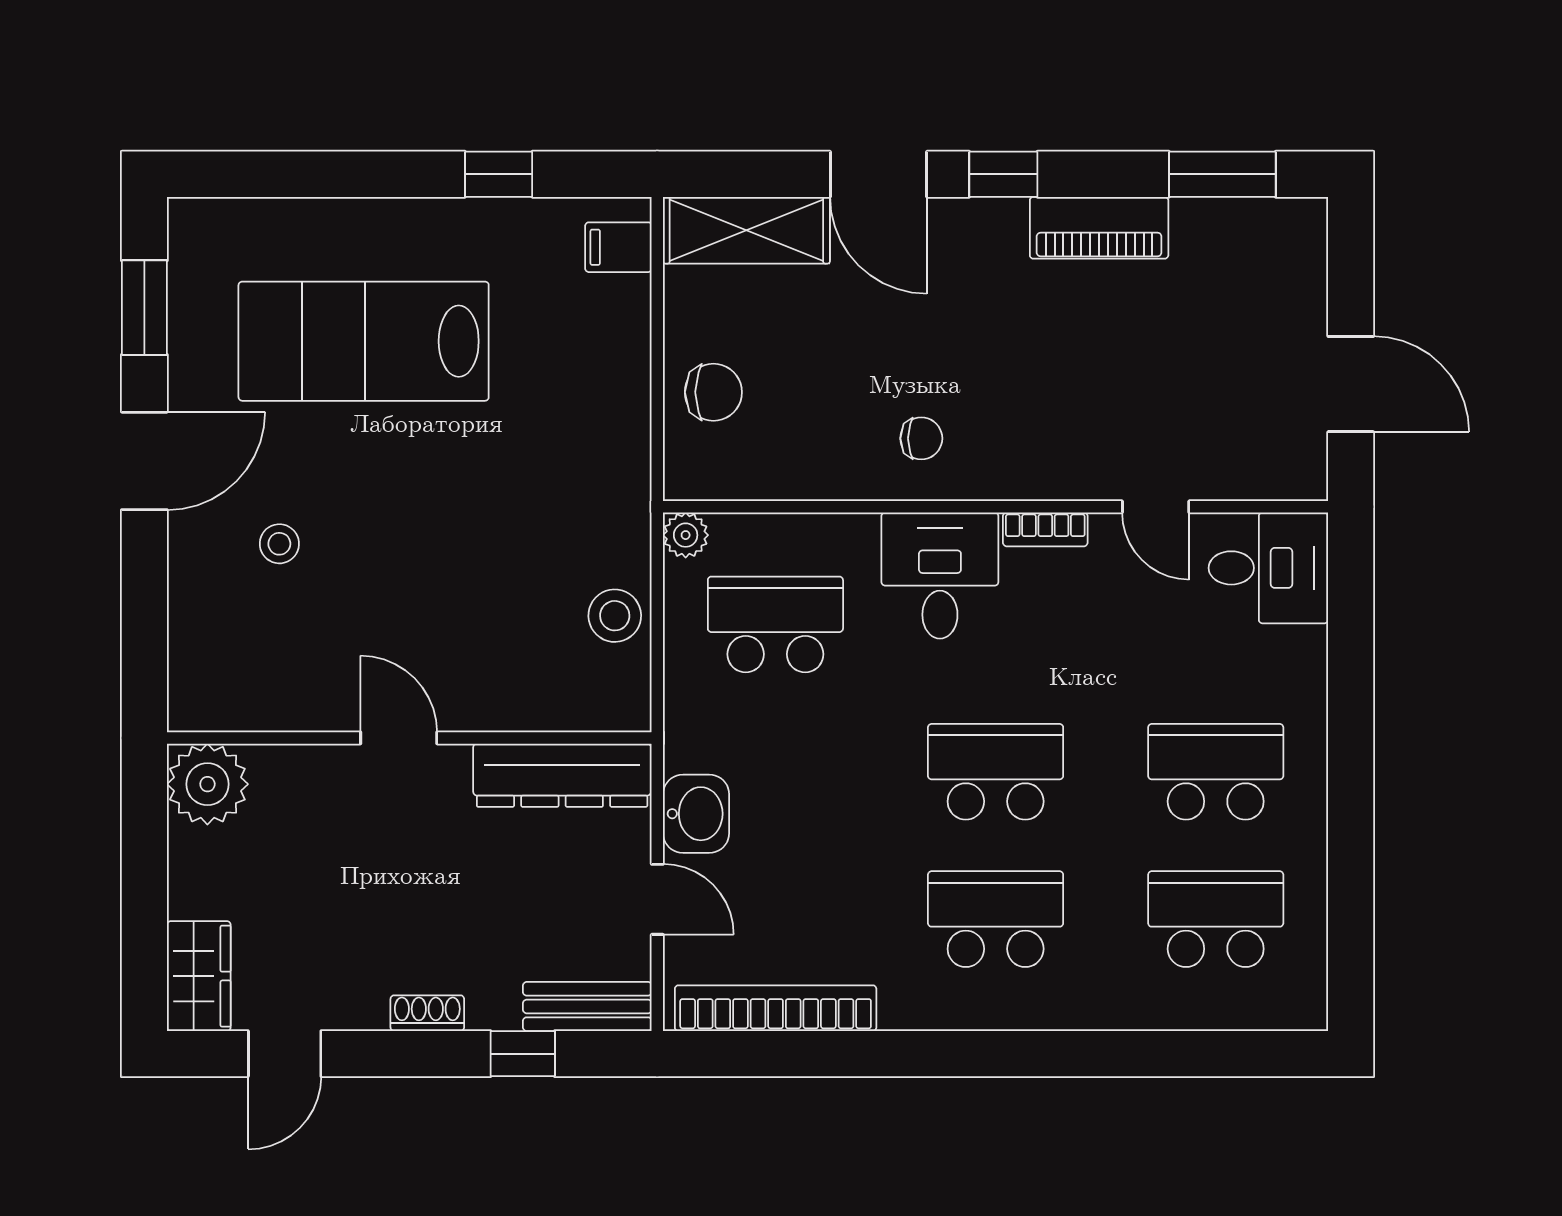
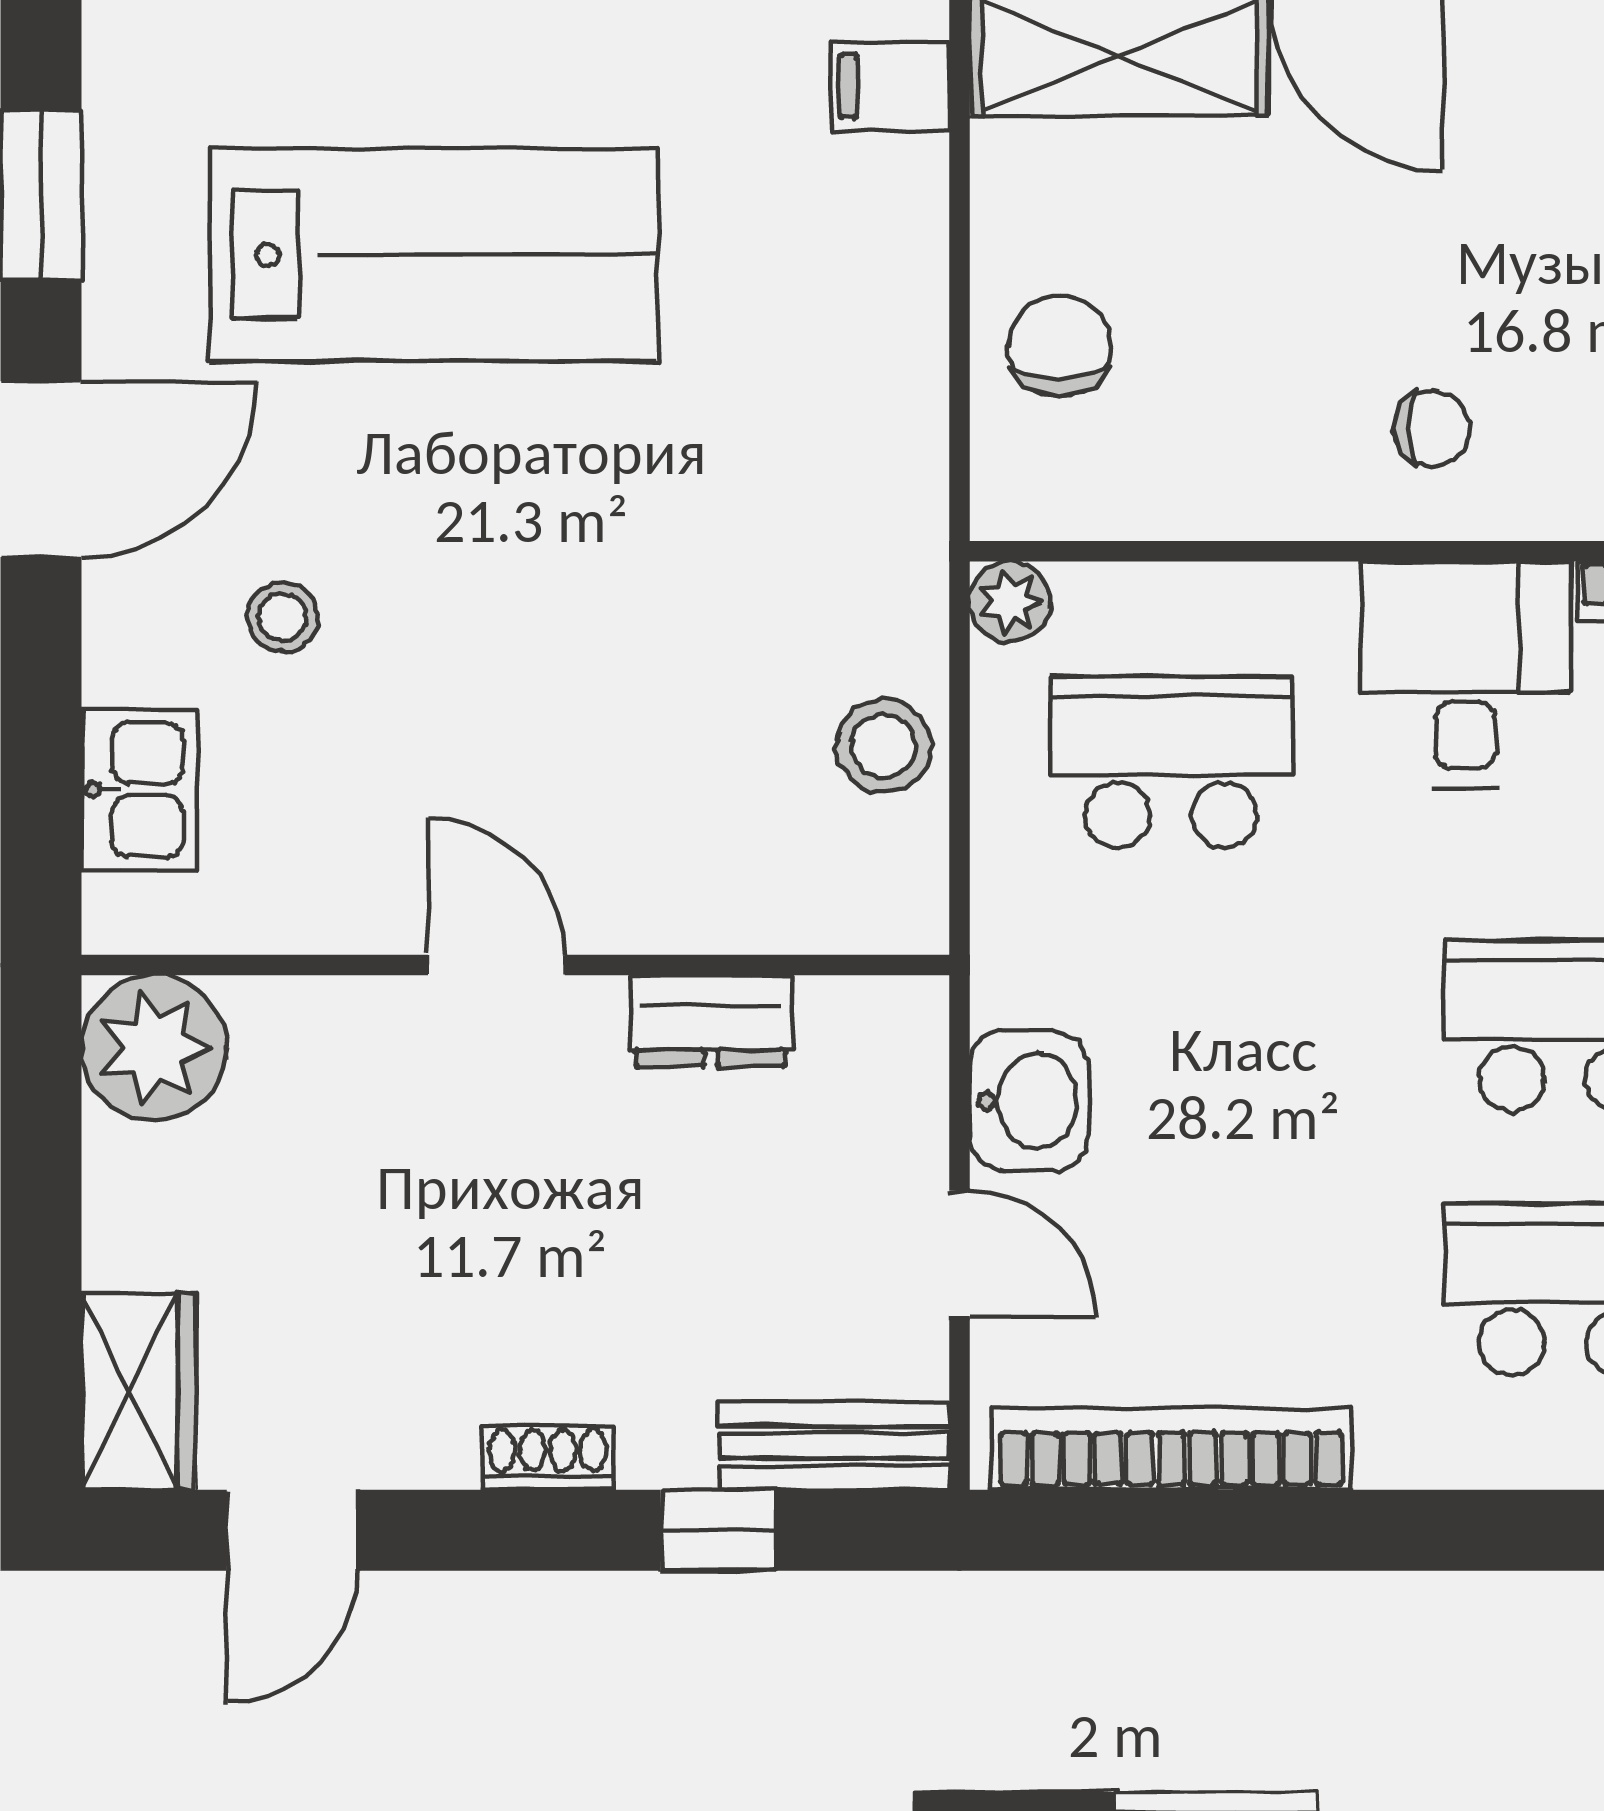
lab bench: (364, 341) -> (434, 255), turned 180
chair: (713, 392) -> (1060, 346), turned -90
kitchen sink: (199, 640) -> (139, 790), added
dresser: (562, 775) -> (711, 1021), width x0.51, depth x0.80

